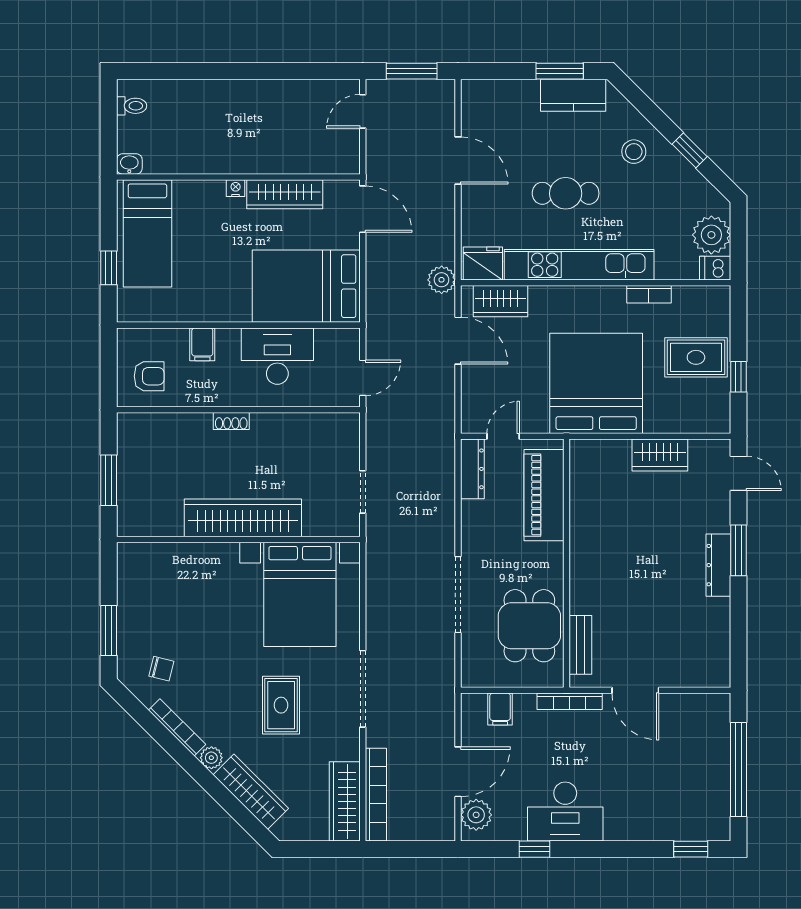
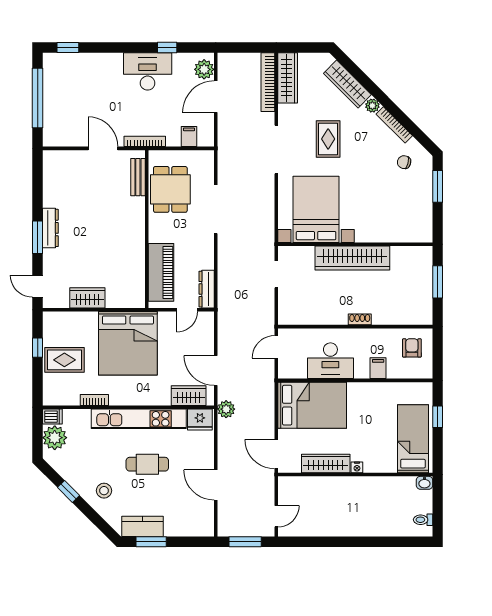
armchair: (149, 376) -> (412, 348), turned 90

